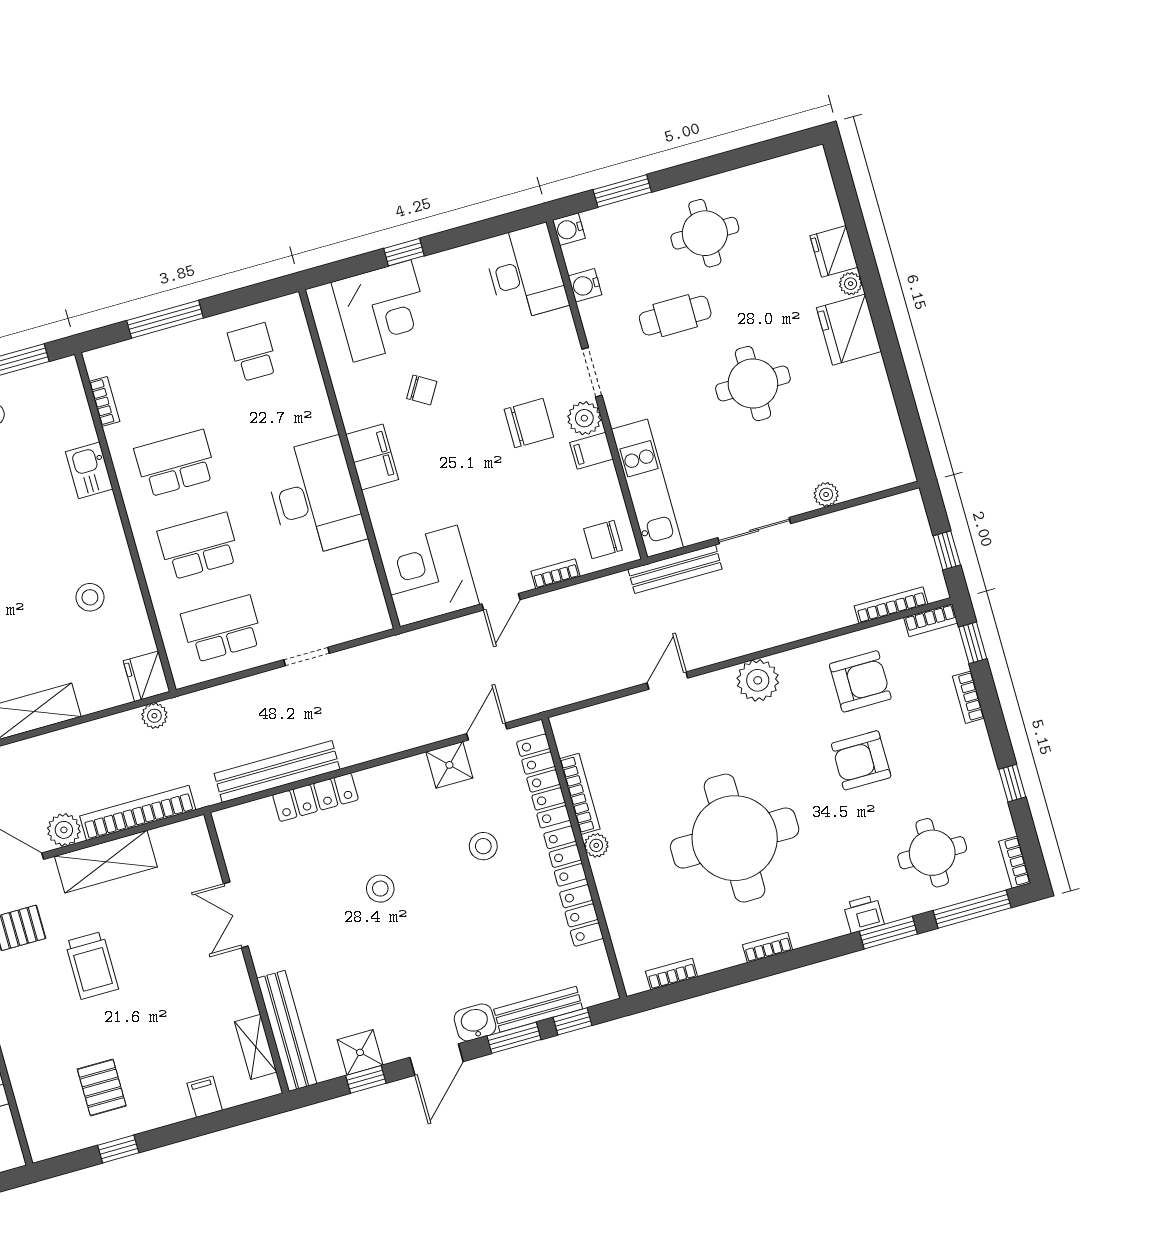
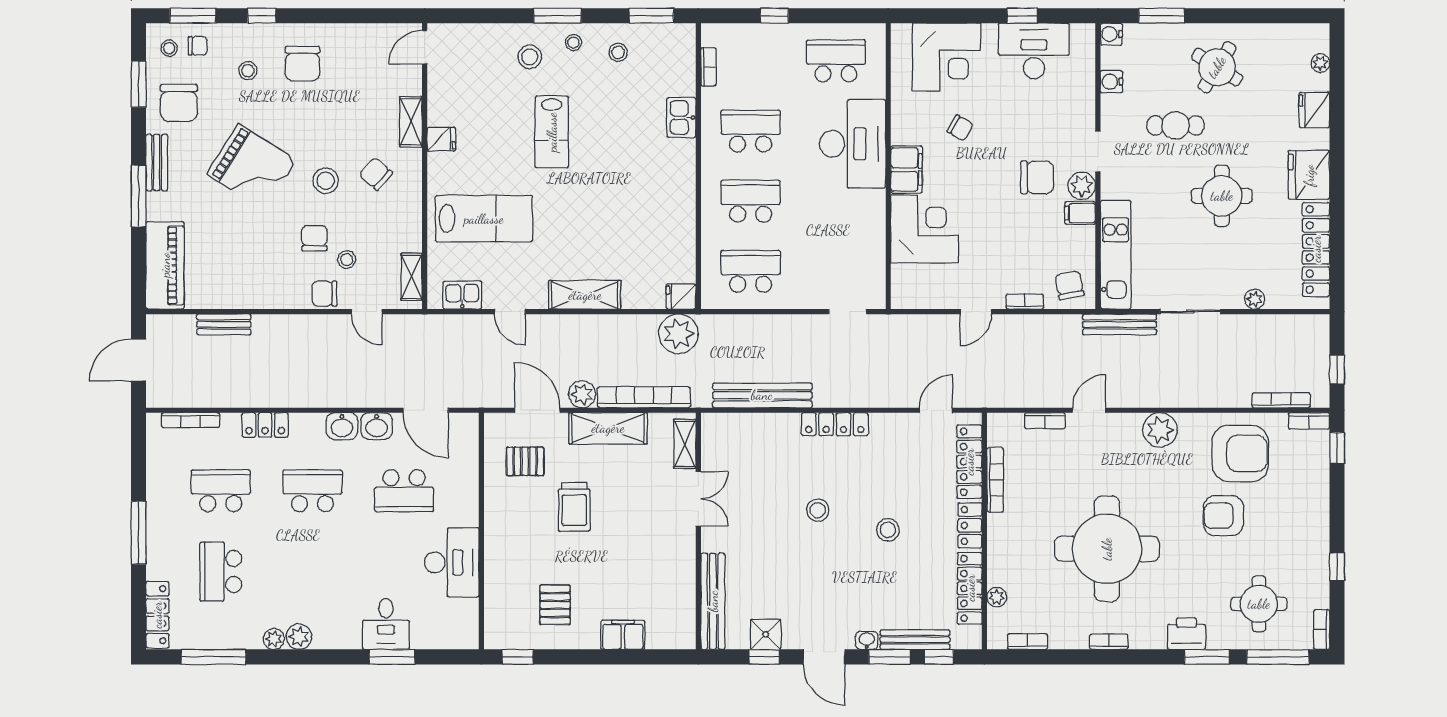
round table: (705, 233) -> (1217, 67), turned 32
window: (404, 252) -> (1022, 16), moved
desk: (525, 273) -> (1034, 51), moved, turned -90
plant: (851, 284) -> (1320, 63), moved
window: (165, 319) -> (774, 16), width x0.46
school desk: (253, 352) -> (836, 61), width x1.85
locker: (882, 415) -> (1316, 249), added
desk: (315, 497) -> (853, 144), moved
chair: (603, 539) -> (1069, 285), turned 79
corner desk: (429, 576) -> (925, 229), moved, turned 90
stool: (90, 597) -> (654, 217), removed
doorway: (307, 656) -> (848, 312), moved
fridge: (147, 676) -> (681, 297), width x0.72
armchair: (860, 681) -> (1240, 453), width x1.36, depth x1.36
bookcase: (968, 697) -> (1045, 421), moved, turned -90
plant: (154, 716) -> (678, 334), width x1.88, depth x1.88
shower: (449, 765) -> (899, 428), removed
locker: (316, 797) -> (835, 424), moved
plant: (596, 845) -> (997, 597), moved
stool: (483, 846) -> (888, 530), moved
printer: (864, 914) -> (1186, 634), width x1.36, depth x1.24
double door: (236, 915) -> (698, 499), swing flipped
locker: (581, 915) -> (970, 588), width x1.53
washbasin: (475, 1022) -> (867, 640), width x0.72, depth x0.69
shelving: (256, 1047) -> (685, 444), moved
door: (437, 1060) -> (824, 657), hinge flipped
filing cabinet: (205, 1097) -> (623, 635), width x2.00
window: (118, 1149) -> (518, 657), moved

